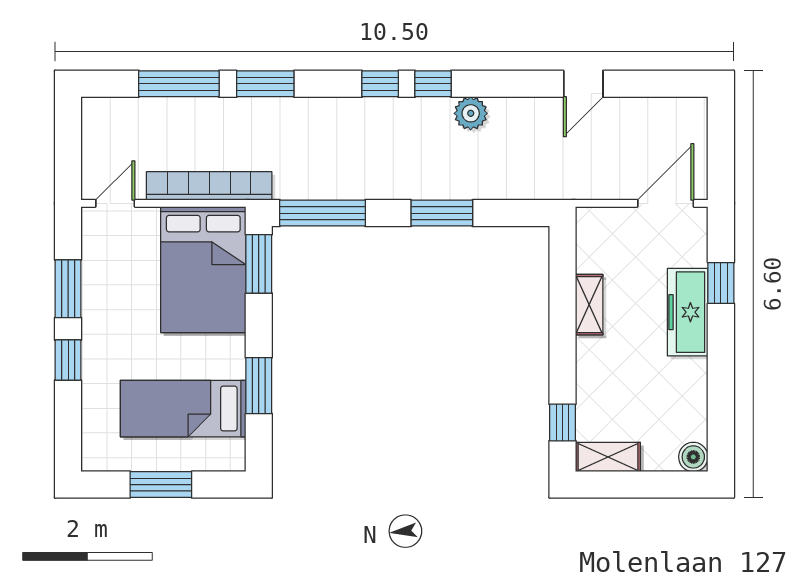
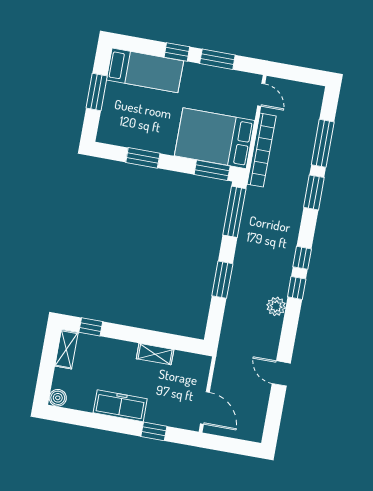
freezer: (688, 312) -> (120, 406), moved
bed: (183, 409) -> (145, 70), moved, turned 90

